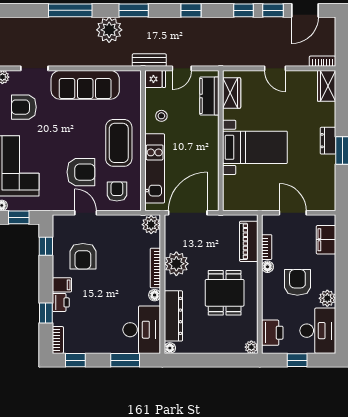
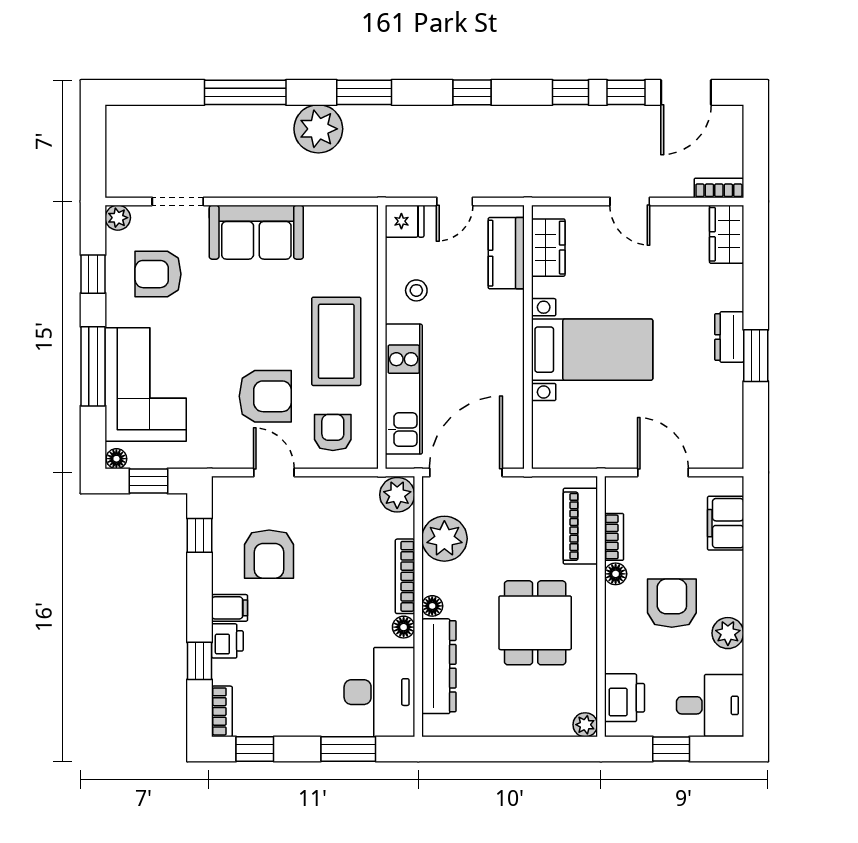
bench: (149, 60) -> (394, 186), removed
sofa: (85, 85) -> (256, 232), width x0.73
plant: (176, 264) -> (444, 539), moved
desk: (318, 331) -> (710, 705), width x0.73
floor lamp: (170, 348) -> (432, 606), moved

